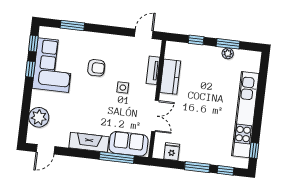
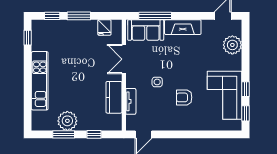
window: (72, 26) -> (211, 134), removed
plant: (228, 53) -> (67, 121), width x1.88, depth x1.88
kitchen unit: (245, 115) -> (40, 81), width x0.73

